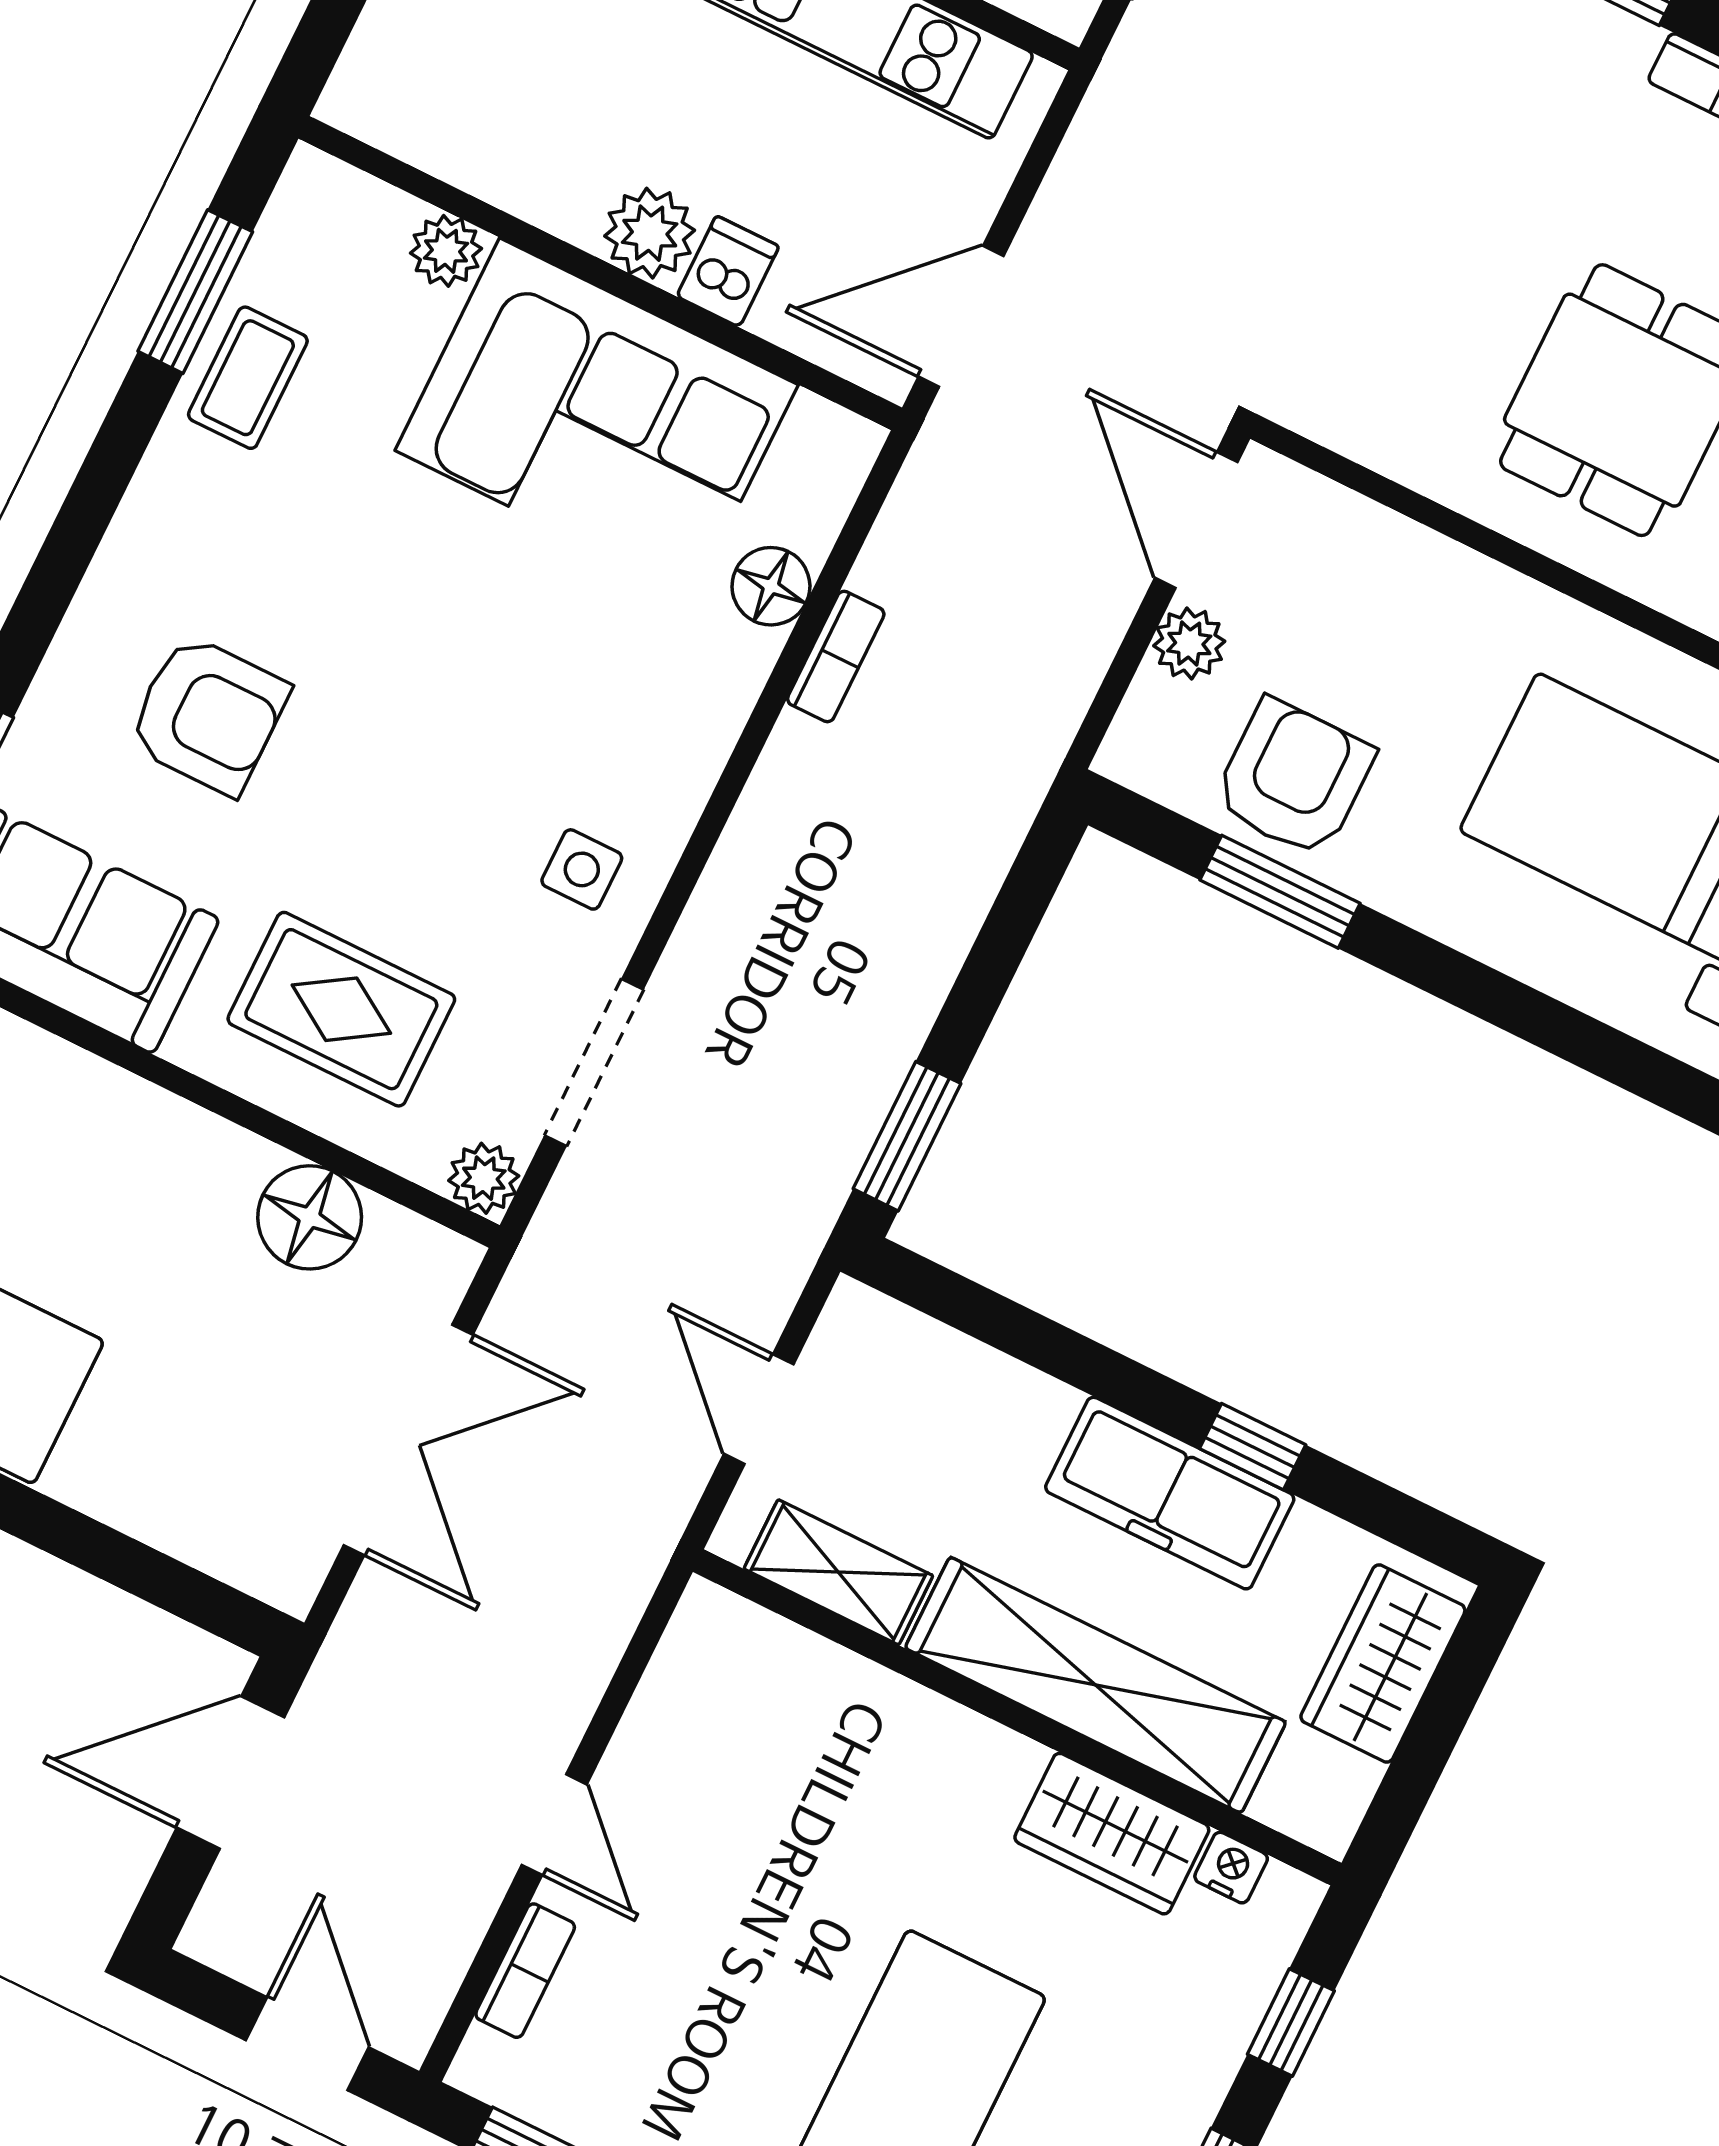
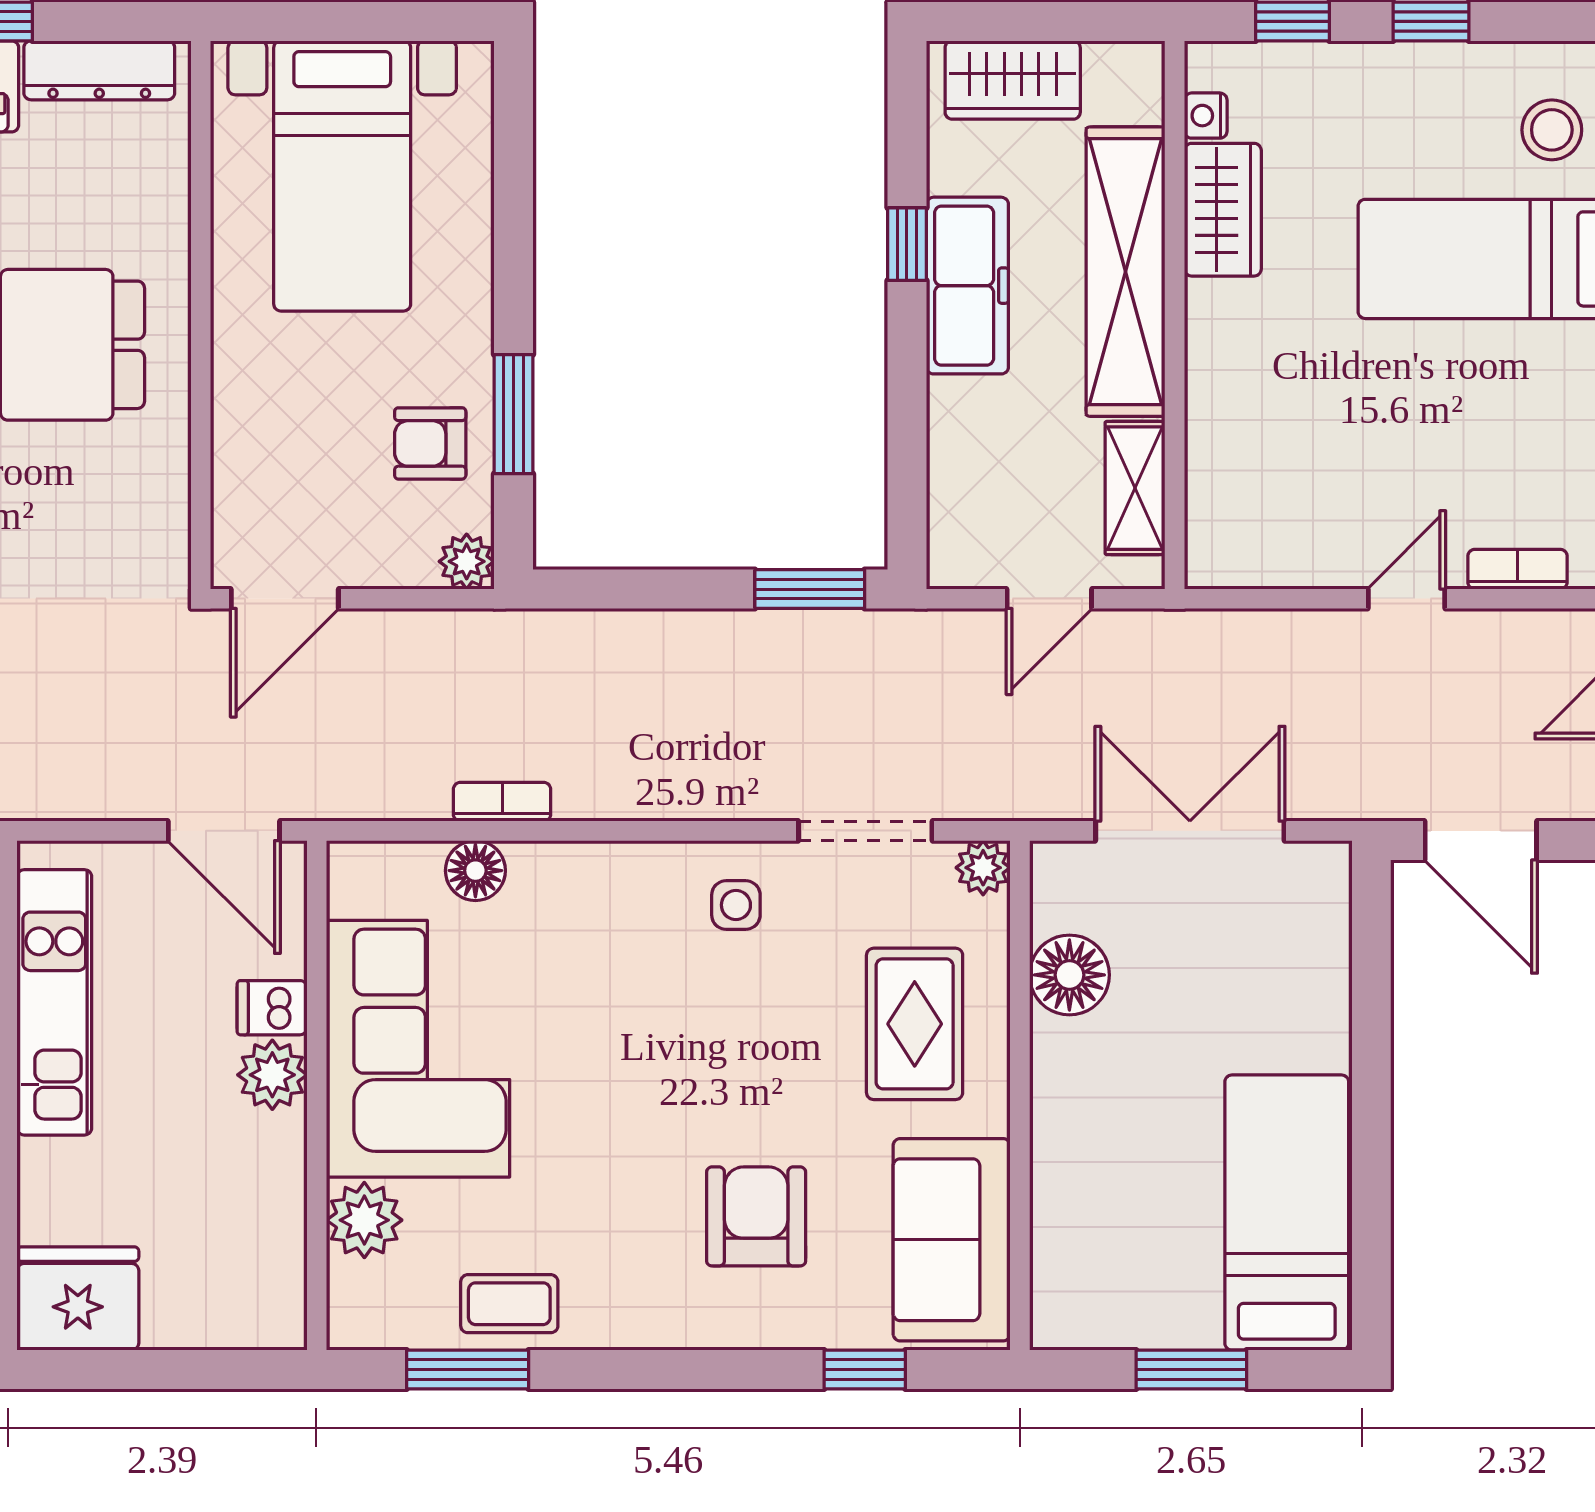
plant: (446, 251) -> (364, 1220), width x1.38, depth x1.38
plant: (1189, 644) -> (467, 561), moved
armchair: (1294, 778) -> (430, 443), width x0.72, depth x0.72

